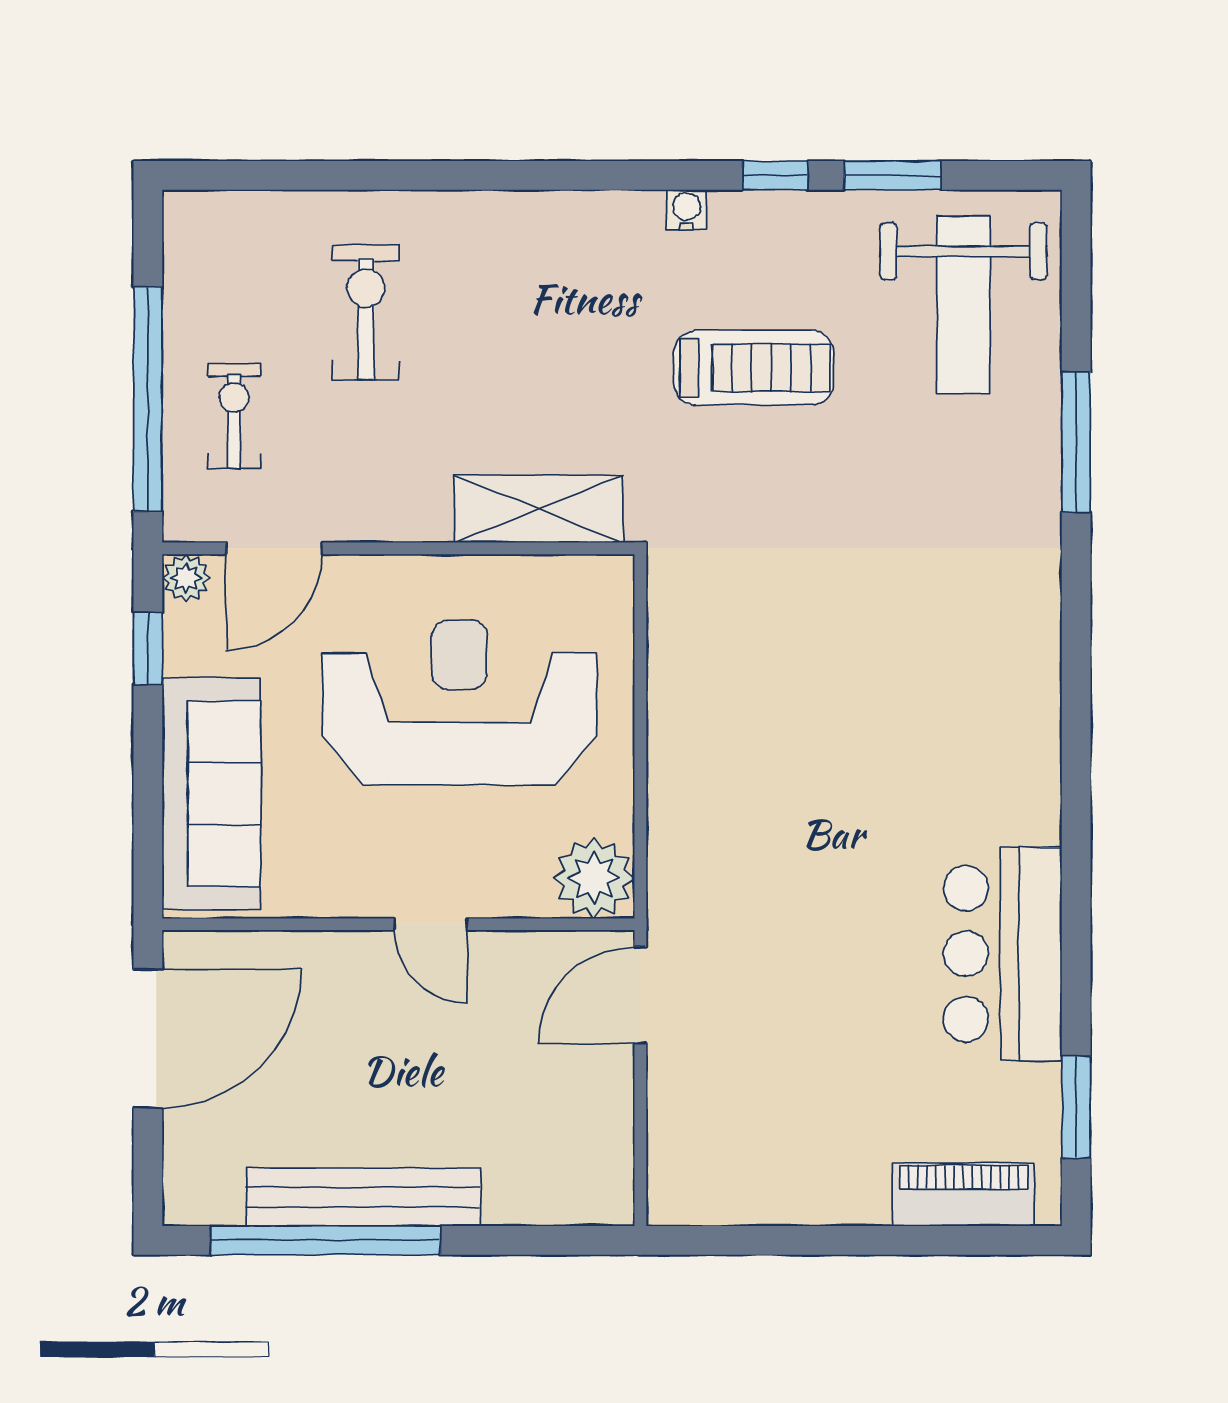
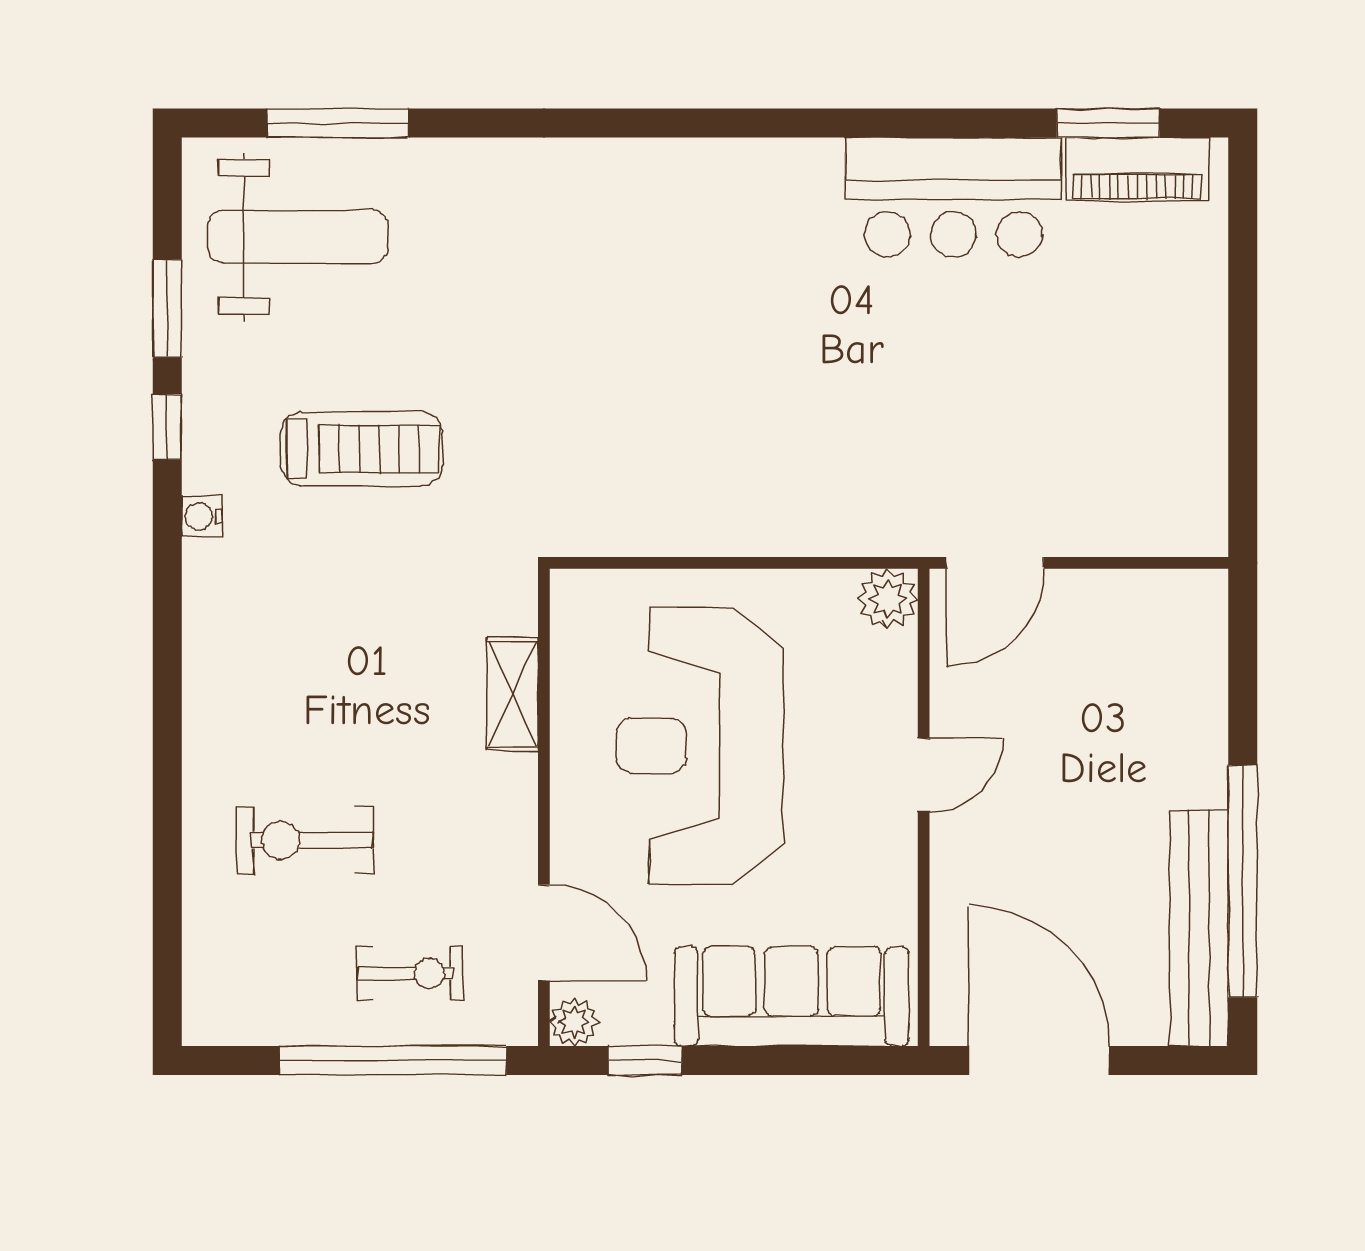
treadmill: (753, 368) -> (361, 449), turned 90
exercise bike: (234, 416) -> (410, 973), turned 180
window: (1076, 442) -> (338, 123), moved
shelving: (539, 509) -> (513, 694), width x0.67, depth x0.75
plant: (594, 878) -> (888, 599), width x0.73, depth x0.73
door: (640, 995) -> (995, 563), hinge flipped
piano: (963, 1194) -> (1137, 169), moved, turned -90
bench: (363, 1197) -> (1199, 928), moved

